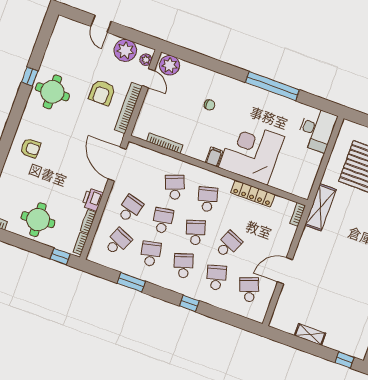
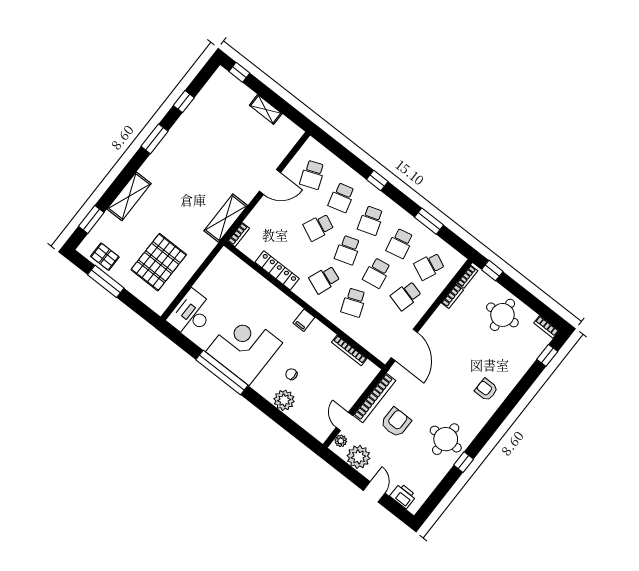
plant: (170, 65) -> (284, 400), moved
corner desk: (252, 152) -> (244, 347), moved, turned 180
printer: (92, 199) -> (403, 496), moved, turned -90
school desk: (208, 199) -> (324, 280), turned 36
shelving: (321, 207) -> (226, 218), moved

